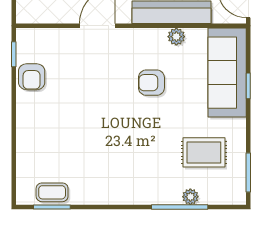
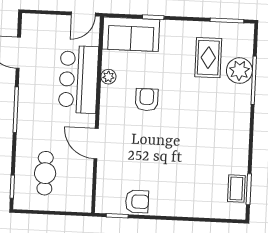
sofa: (227, 73) -> (131, 34), width x0.73
armchair: (151, 83) -> (147, 100), turned 180
plant: (190, 197) -> (239, 71), width x1.88, depth x1.88

